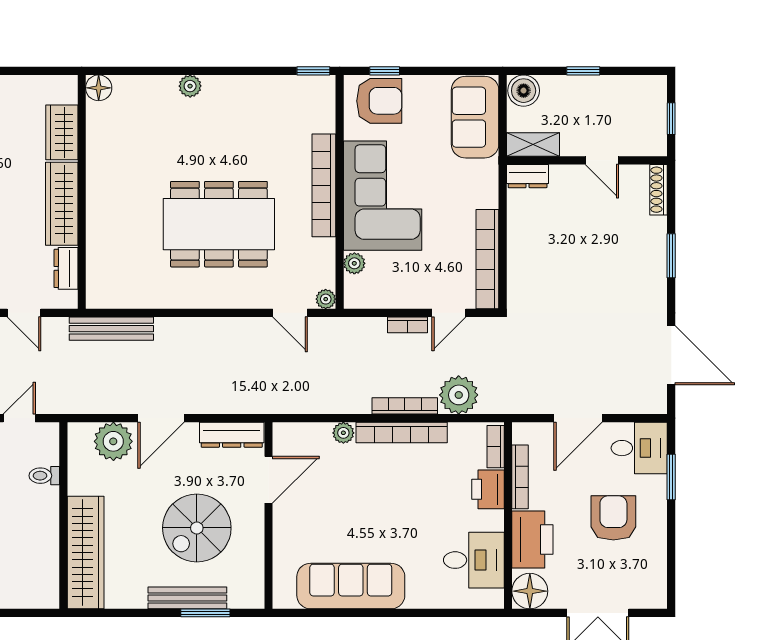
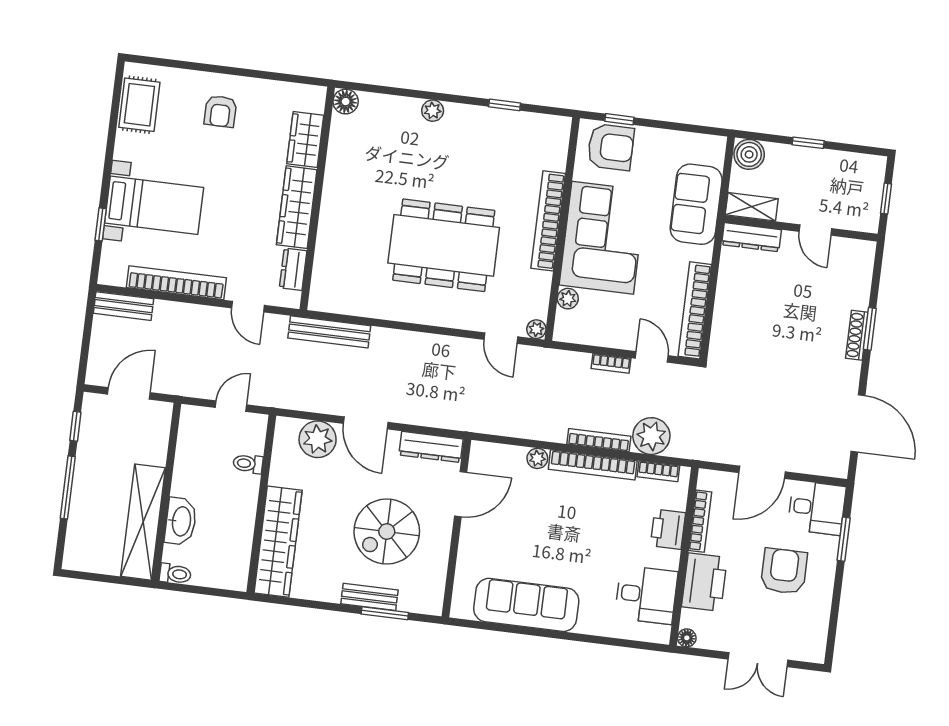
window: (313, 71) -> (505, 105), moved
sofa: (475, 117) -> (696, 204), moved
dresser: (528, 176) -> (751, 237), width x1.44
shoe rack: (659, 190) -> (857, 335), moved
door: (449, 313) -> (652, 357), swing flipped
door: (161, 418) -> (366, 423), hinge flipped
bookcase: (496, 447) -> (658, 471), moved, turned -90
floor lamp: (530, 591) -> (687, 638), width x0.53, depth x0.53
bench: (187, 598) -> (369, 597), width x0.73

